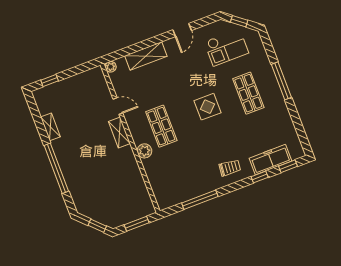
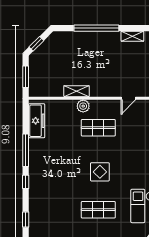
shelving: (119, 133) -> (77, 91), moved
freezer: (270, 160) -> (37, 121), moved
trolley: (230, 168) -> (43, 171), removed
window: (260, 177) -> (26, 182), moved
window: (200, 200) -> (26, 150), moved

